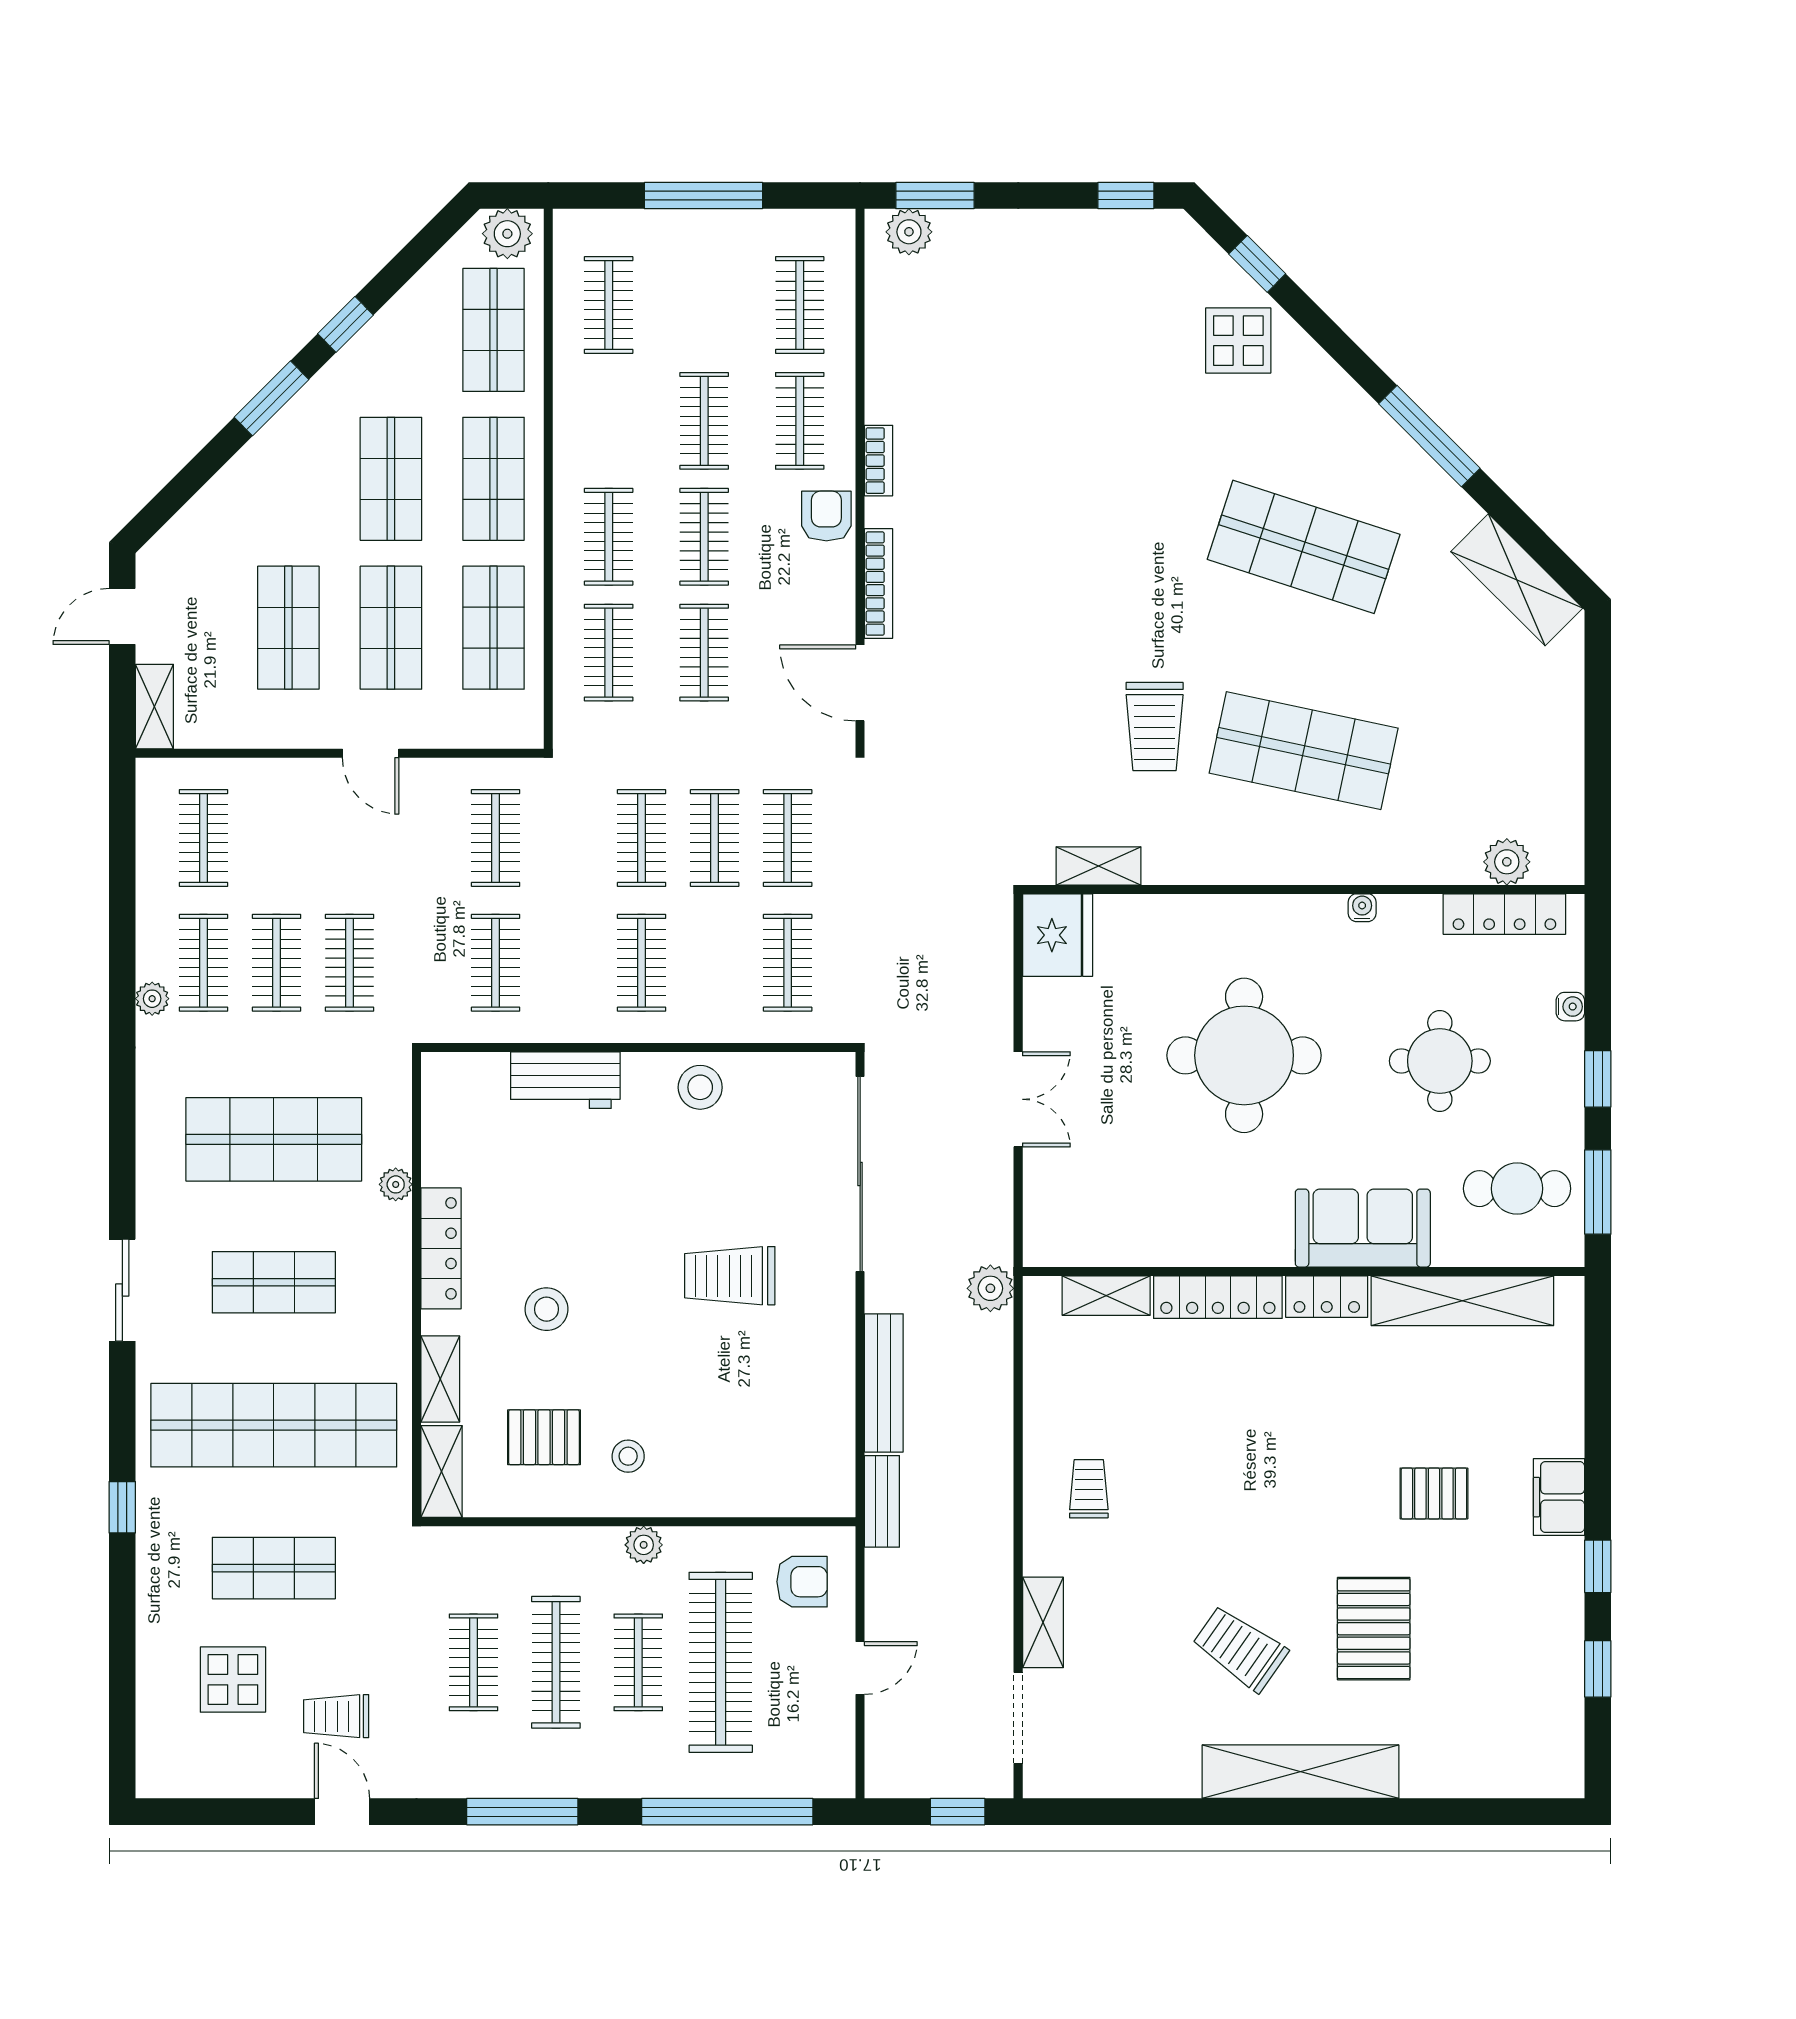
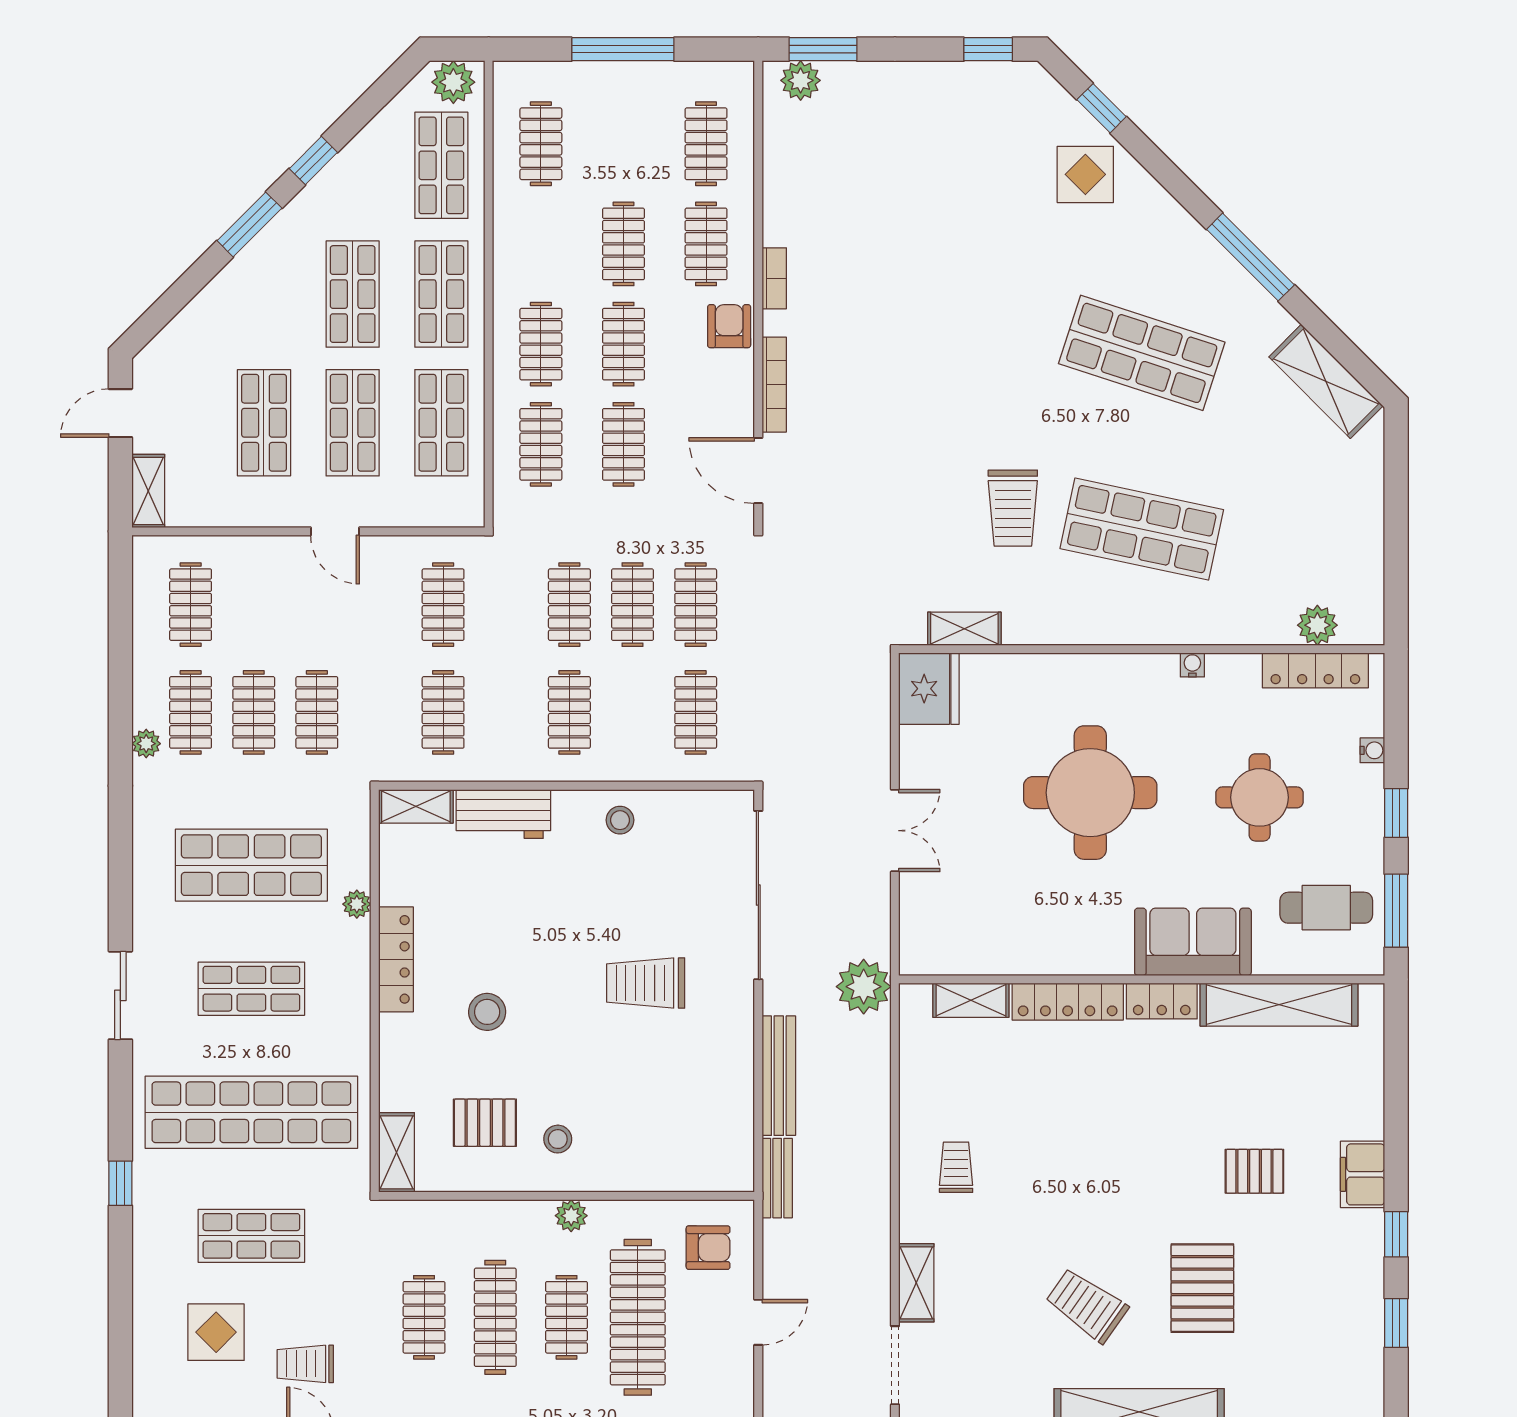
stool: (700, 1087) -> (620, 820), width x0.73, depth x0.73
plant: (990, 1288) -> (864, 987), width x1.36, depth x1.36
shelving: (440, 1379) -> (416, 806), moved, turned 90

